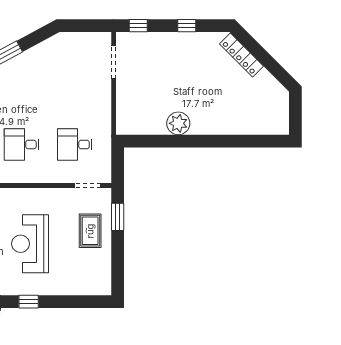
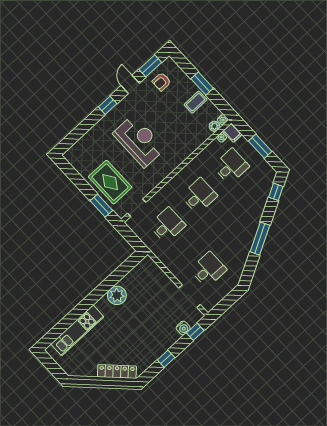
water cooler: (146, 39) -> (183, 328), added
desk: (75, 71) -> (208, 270), added
kitchen unit: (243, 125) -> (77, 330), added
rug: (90, 231) -> (110, 182), width x1.36, depth x1.43

